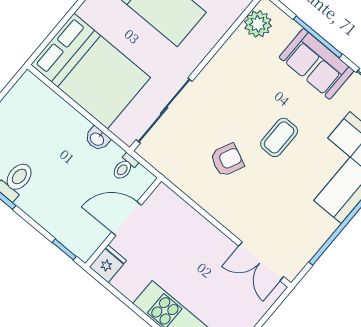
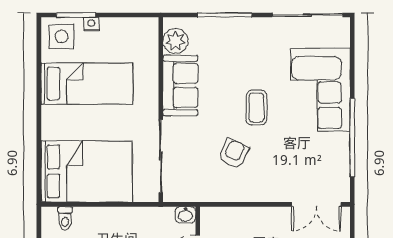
sofa: (316, 64) -> (180, 85), moved, turned -90
washbasin: (97, 139) -> (185, 215), moved
toilet: (125, 167) -> (65, 218), moved

